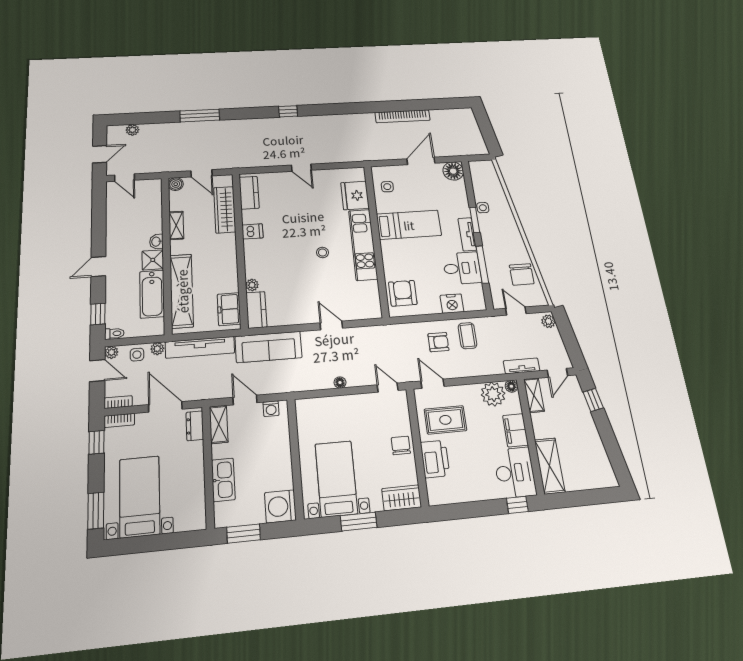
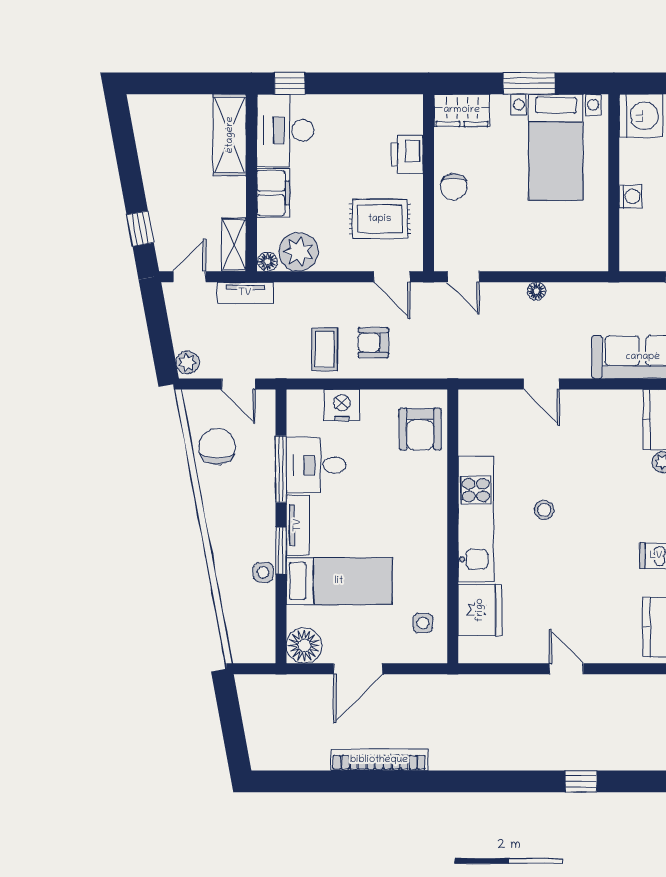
bed: (409, 225) -> (339, 581), moved, turned 180
washing machine: (271, 409) -> (631, 196), moved, turned 90
printer: (435, 459) -> (407, 155), width x0.73, depth x0.84

